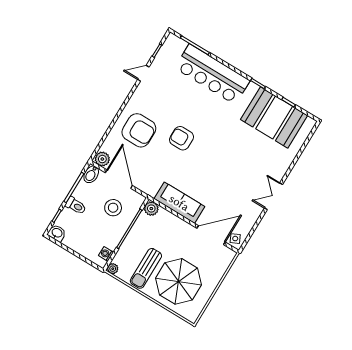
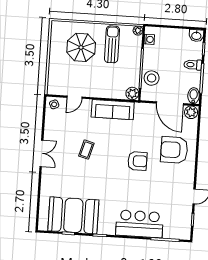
bar counter: (212, 74) -> (140, 224), width x0.73
coffee table: (227, 176) -> (86, 150), added
stool: (113, 208) -> (152, 78), moved
door: (211, 235) -> (74, 97), width x0.53
parasol: (179, 281) -> (81, 47), width x0.73, depth x0.73

